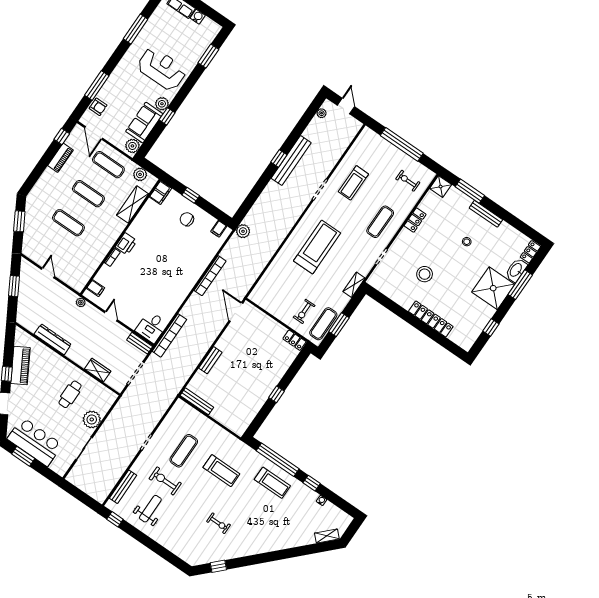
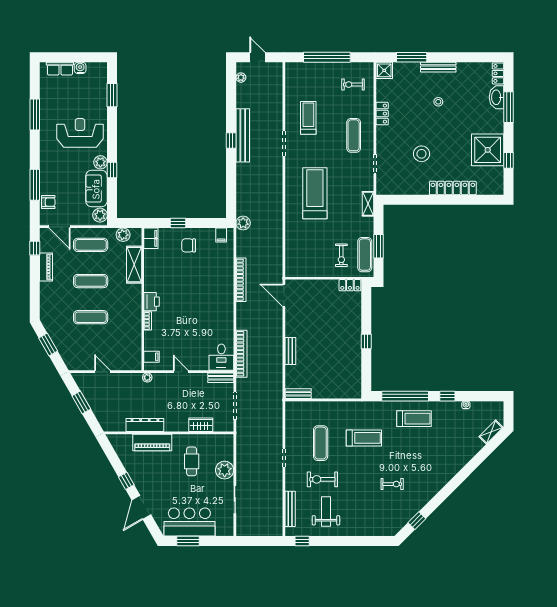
treadmill: (353, 183) -> (308, 118), turned 180
shower: (493, 288) -> (488, 150), moved
piano: (20, 366) -> (152, 443), moved, turned 120
bench: (197, 401) -> (298, 394), width x0.73

